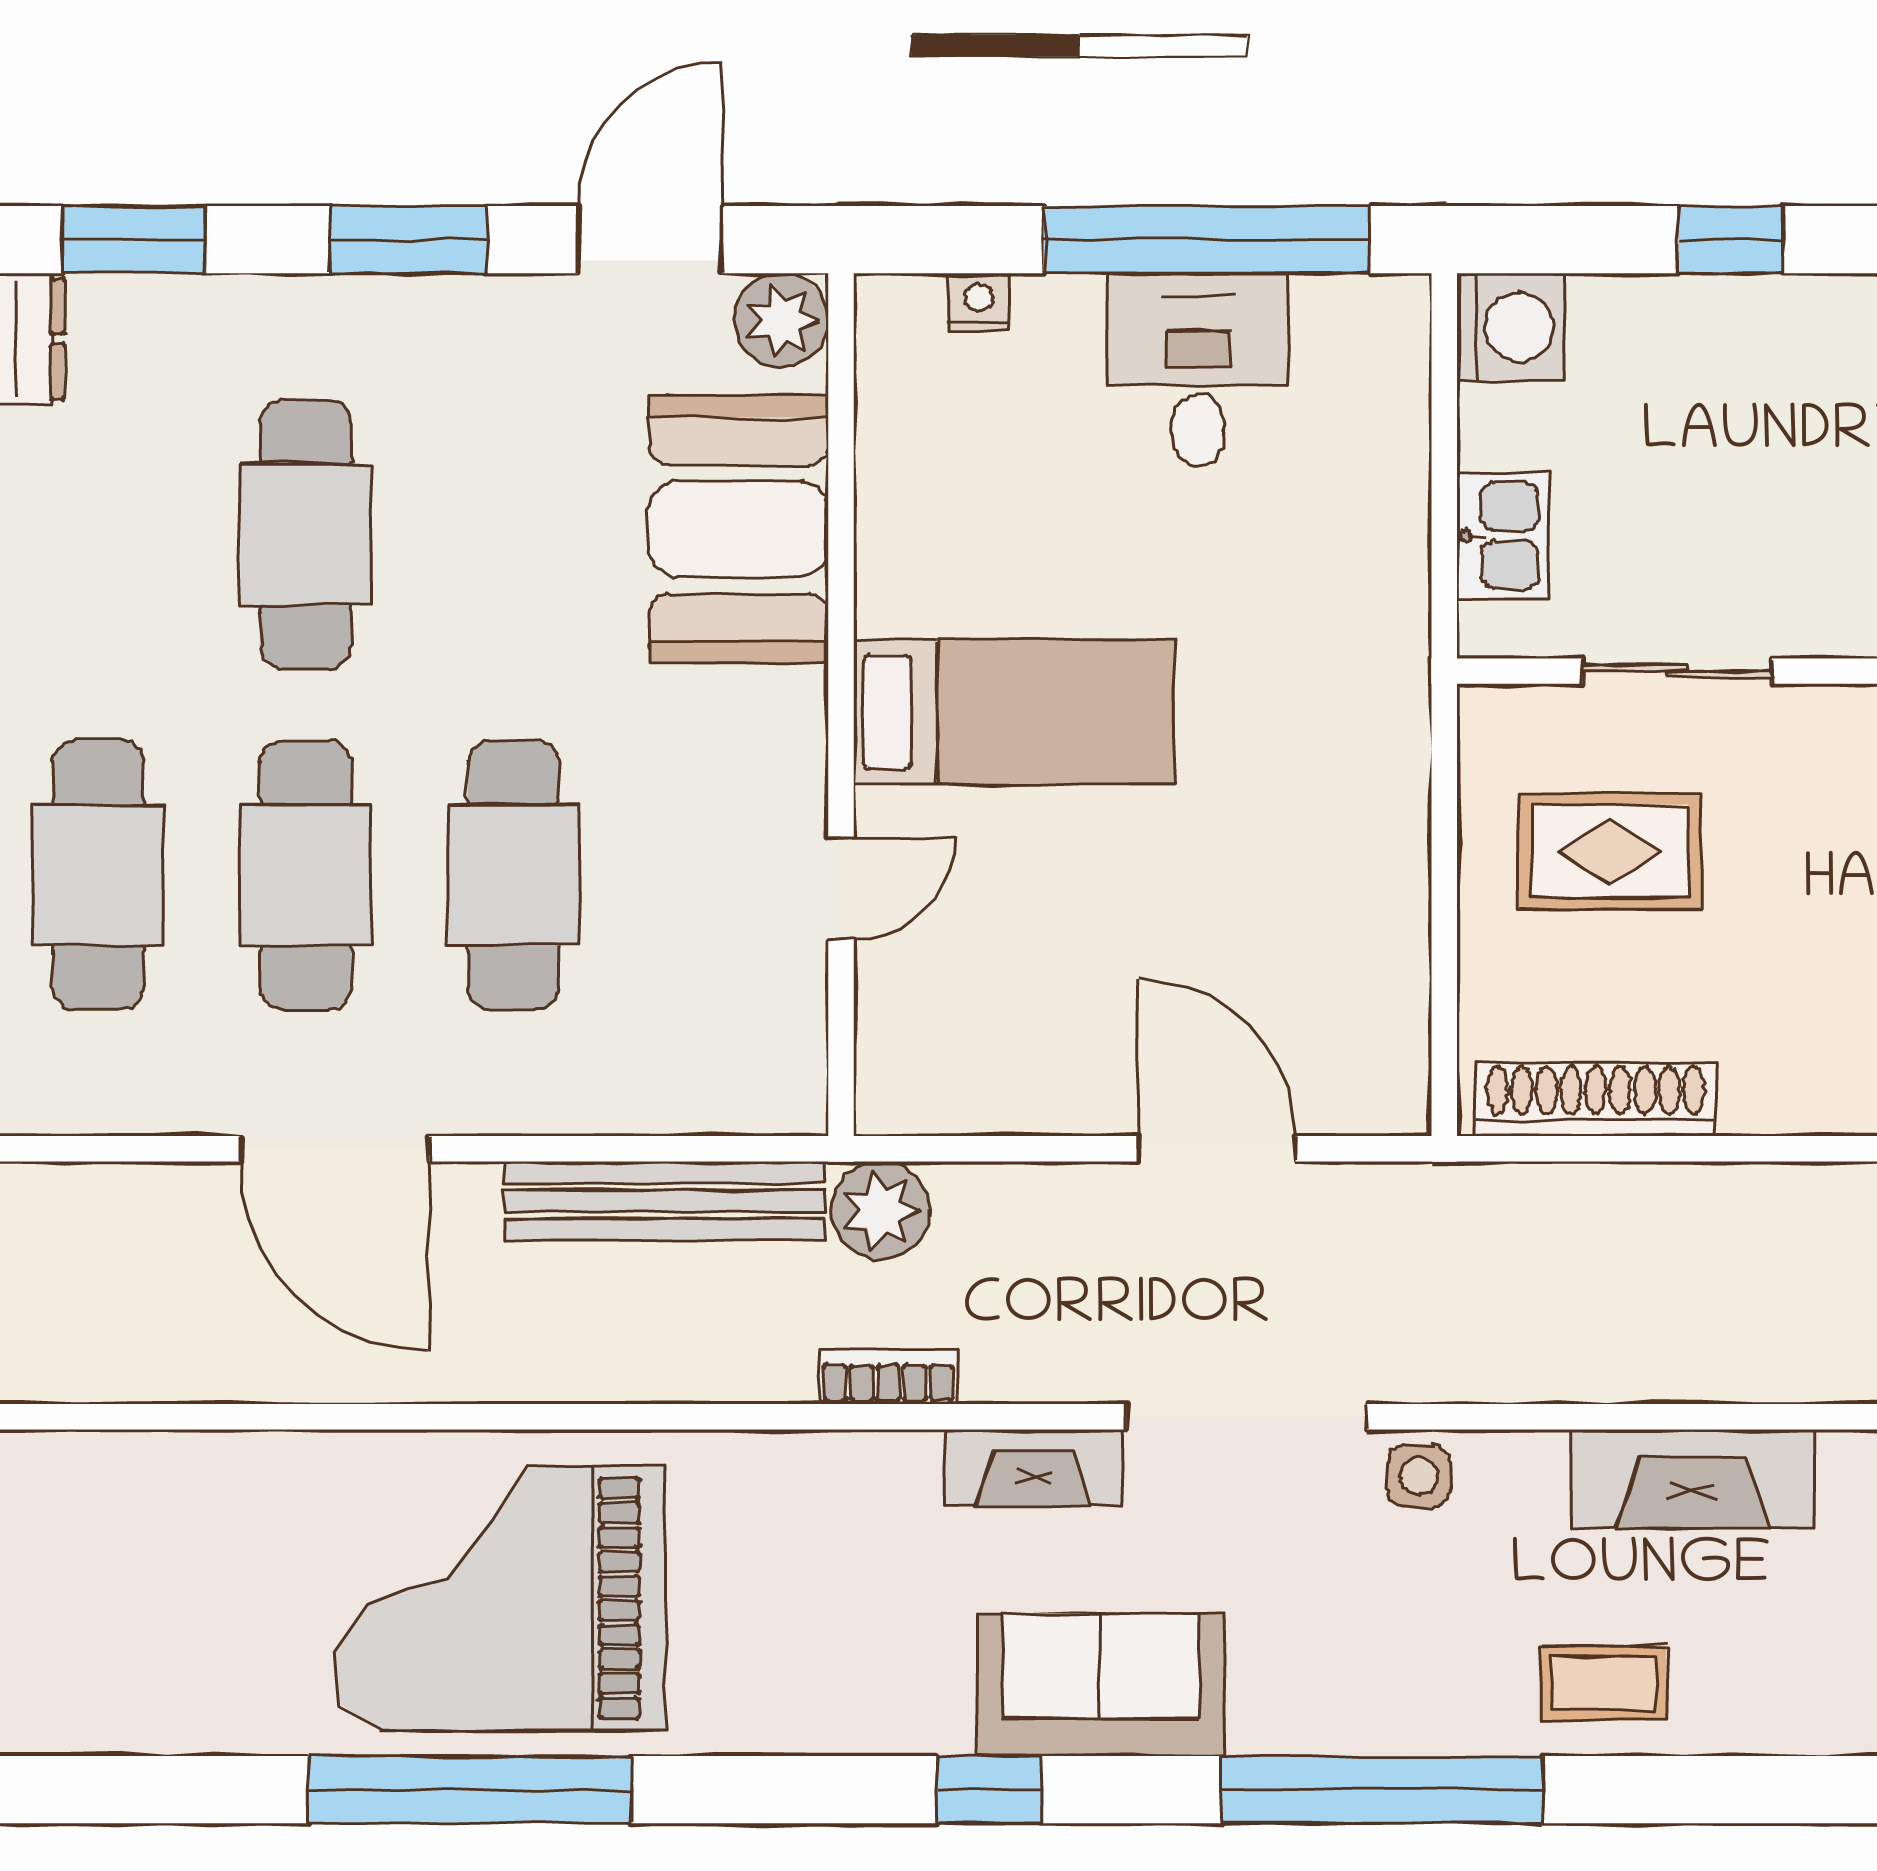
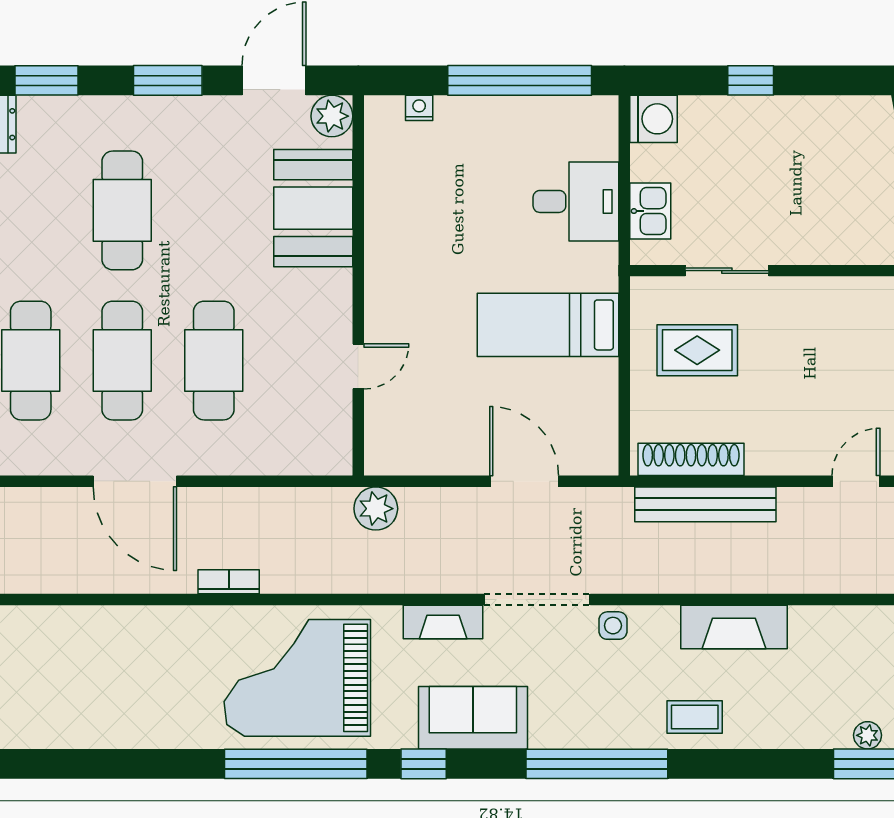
desk: (1198, 370) -> (576, 201), moved, turned 90
bed: (1014, 712) -> (548, 325), moved, turned 180
bench: (665, 1201) -> (705, 504), moved
bookcase: (888, 1376) -> (229, 582), moved
grand piano: (500, 1598) -> (297, 678), moved
window: (470, 1790) -> (296, 764), moved

